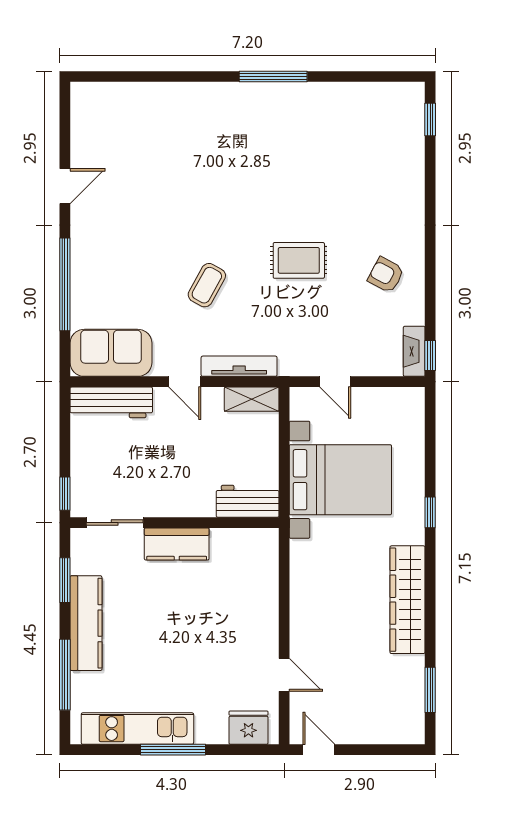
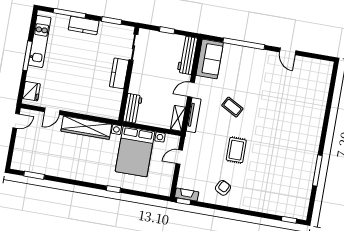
window: (273, 76) -> (317, 171), moved
window: (65, 494) -> (167, 30), moved
wardrobe: (407, 600) -> (86, 128), moved, turned 180
kitchen counter: (86, 623) -> (84, 25), width x0.67

